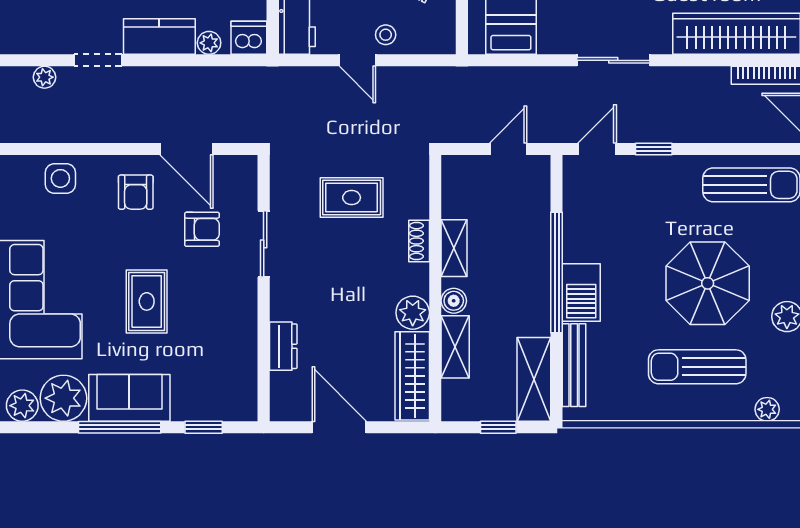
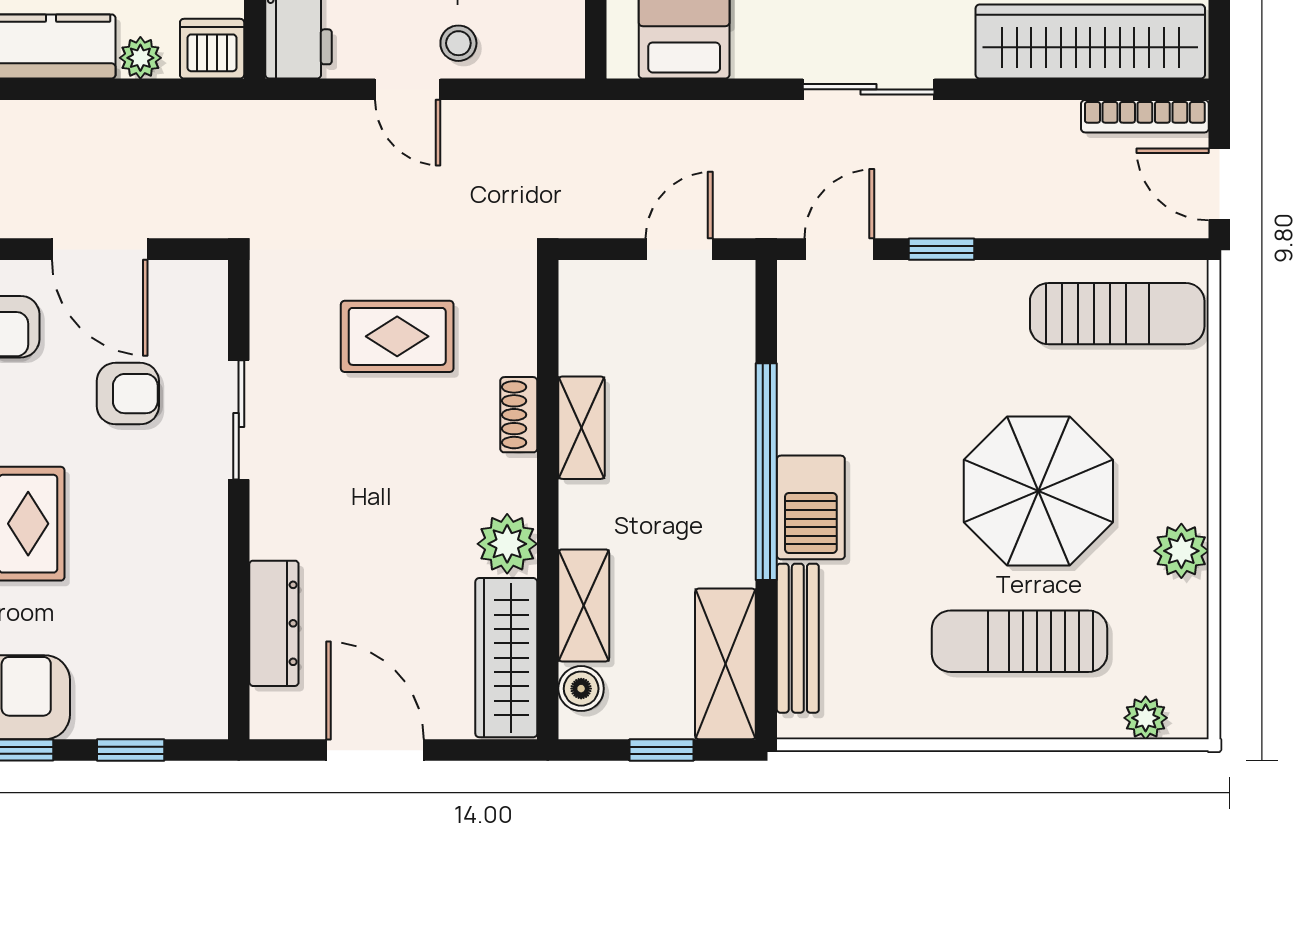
boiler: (454, 301) -> (581, 689), moved
dresser: (283, 346) -> (274, 623), width x1.44

